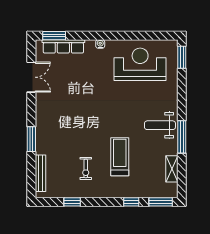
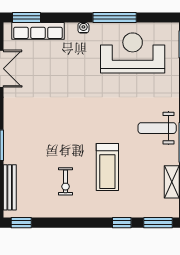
window: (125, 36) -> (115, 18), added
treadmill: (120, 157) -> (107, 167), turned 180
window: (72, 202) -> (21, 223), moved

